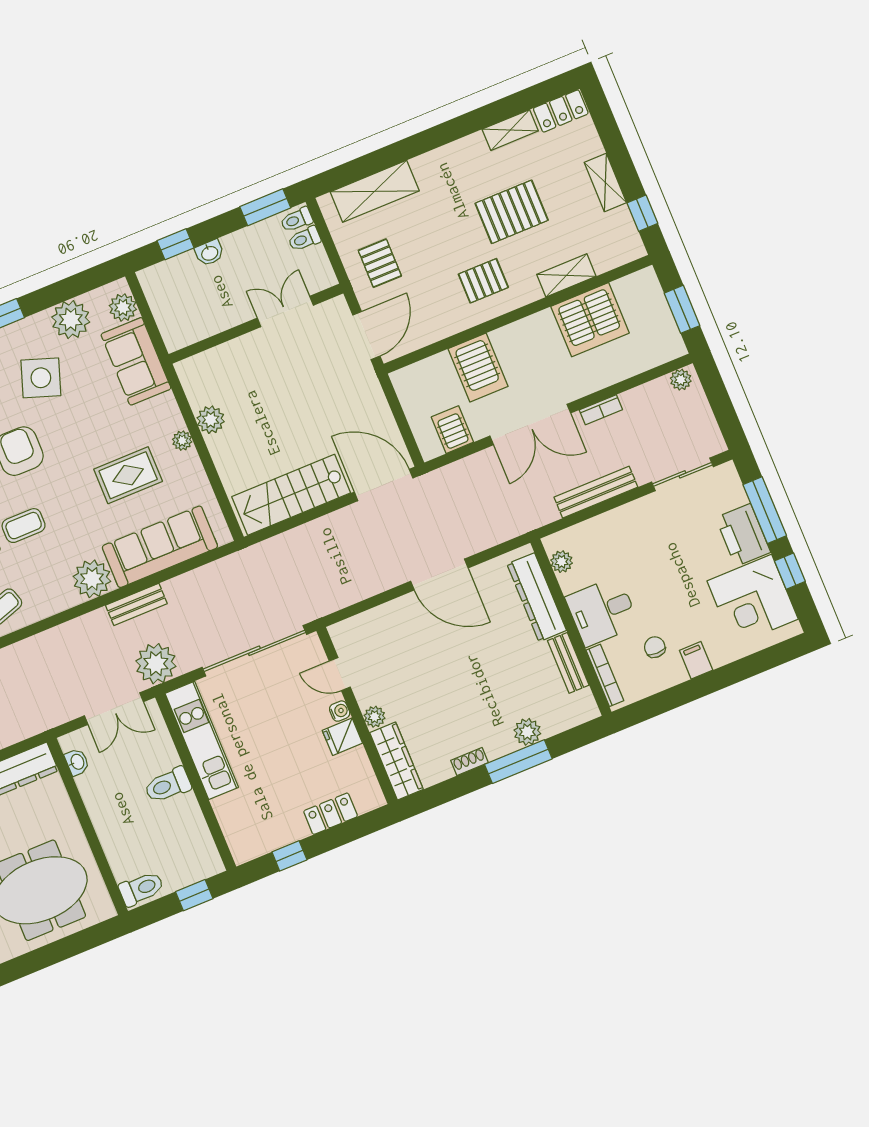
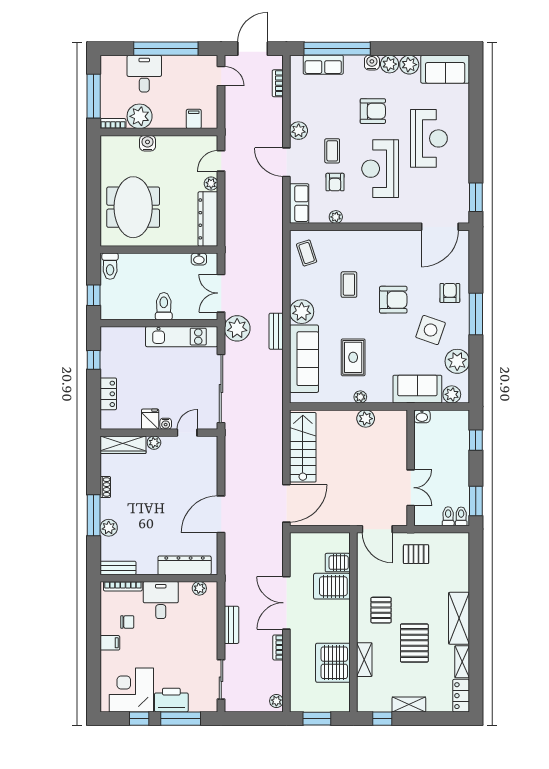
shelving: (375, 191) -> (459, 618), moved
washbasin: (209, 253) -> (422, 416), moved, turned -90
server rack: (452, 430) -> (338, 563), moved, turned 180
bench: (596, 492) -> (231, 625), width x0.73
bench: (568, 663) -> (118, 568), moved

